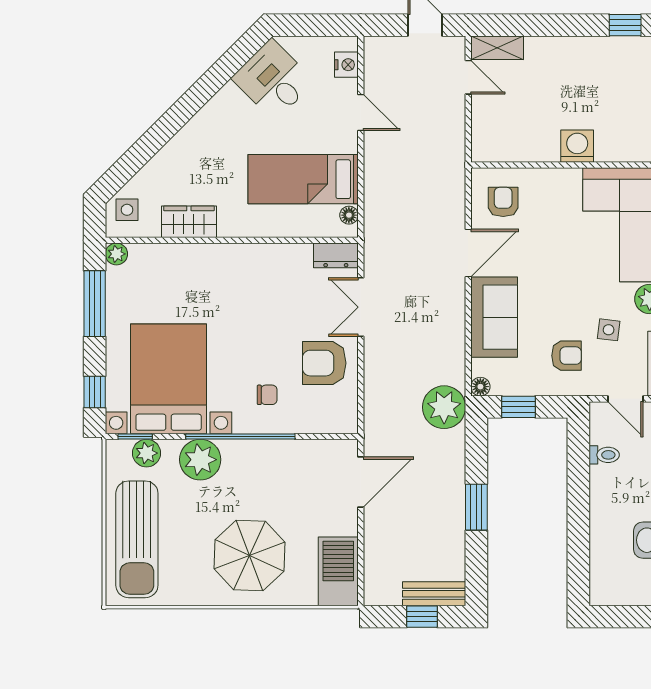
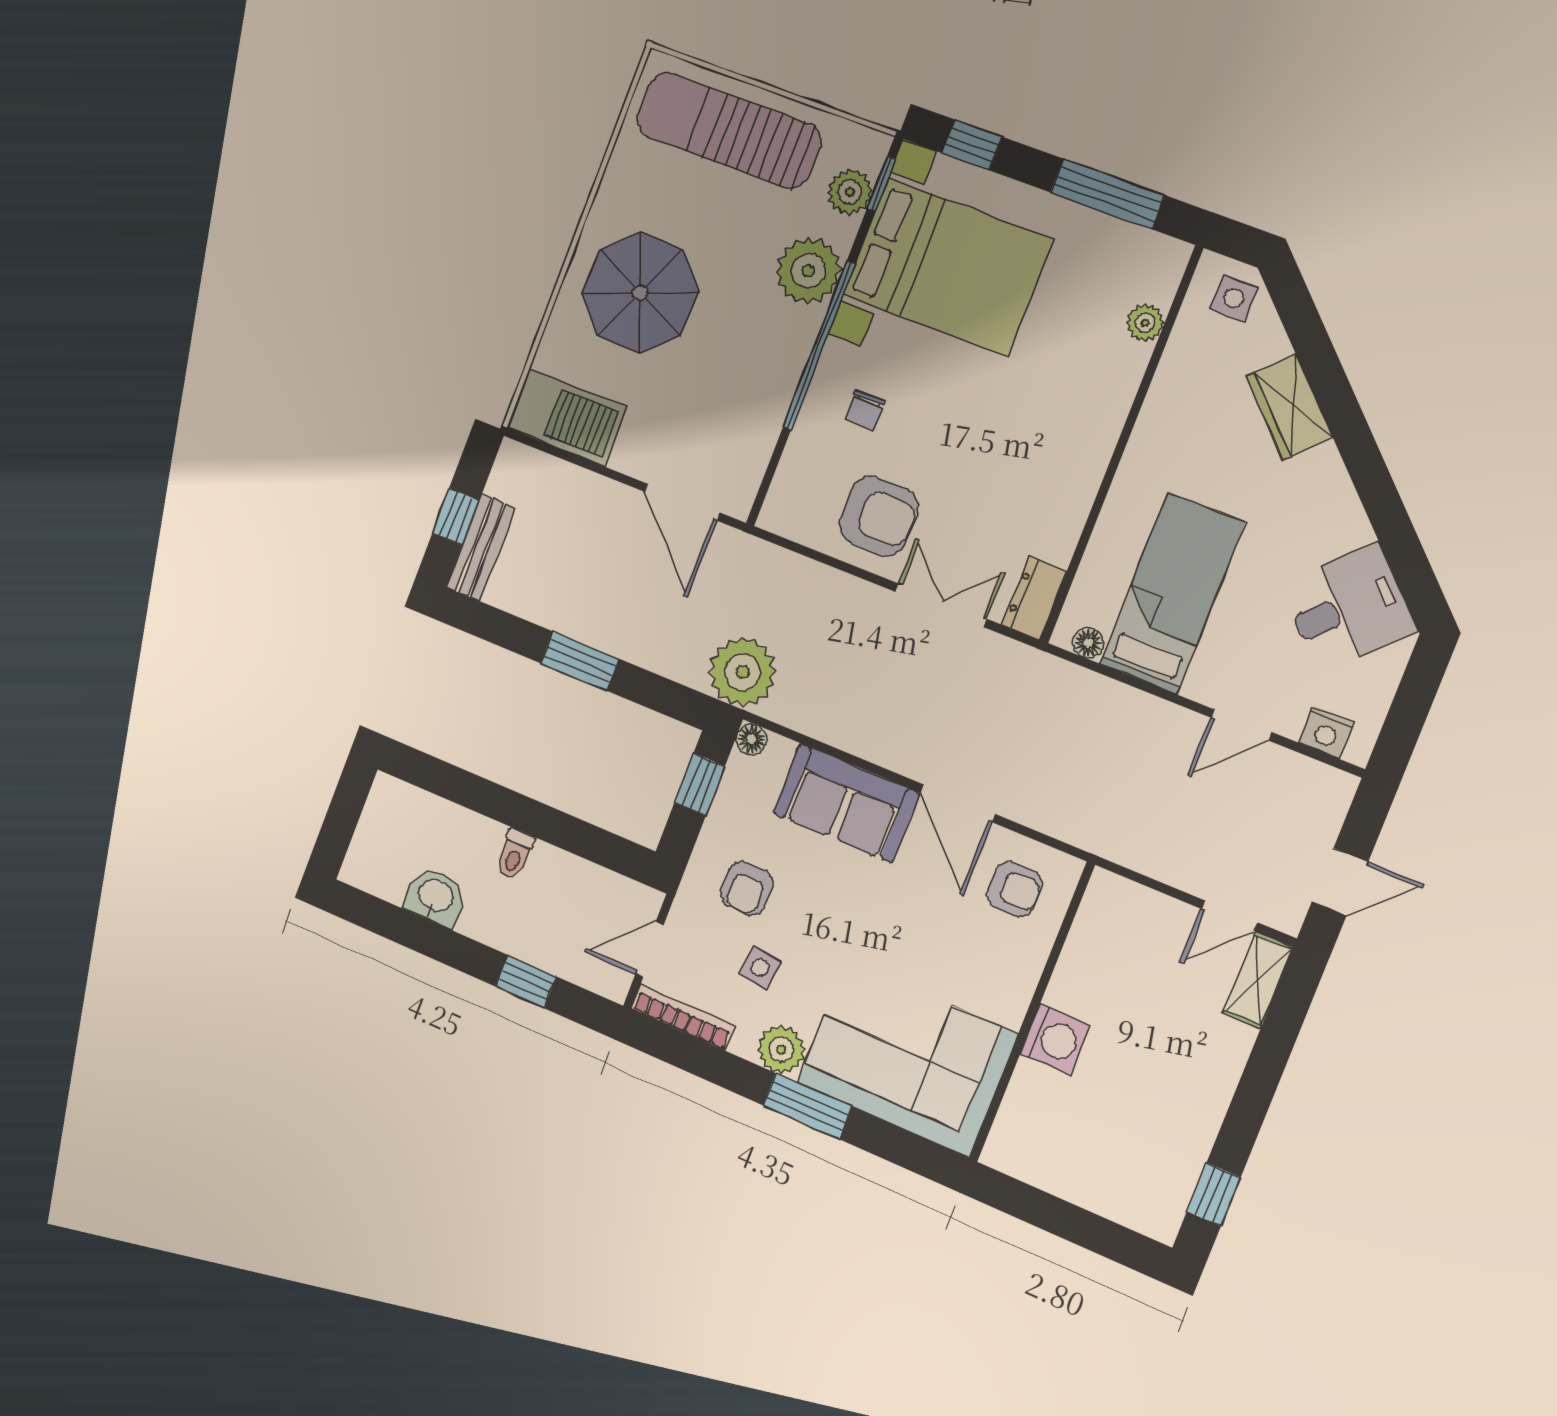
wardrobe: (189, 222) -> (1289, 407), moved, turned 135
plant: (116, 254) -> (1145, 323), moved
armchair: (324, 363) -> (879, 516), turned 90
toilet: (604, 455) -> (515, 854), moved

